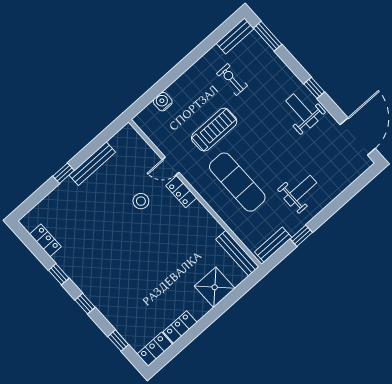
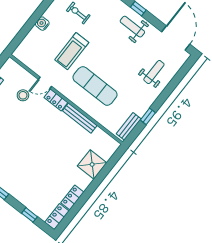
water cooler: (163, 102) -> (42, 24), moved
treadmill: (214, 130) -> (72, 51), turned 180
weight bench: (300, 191) -> (154, 72), moved
stool: (141, 201) -> (23, 95), moved
bench: (237, 253) -> (80, 118), moved

